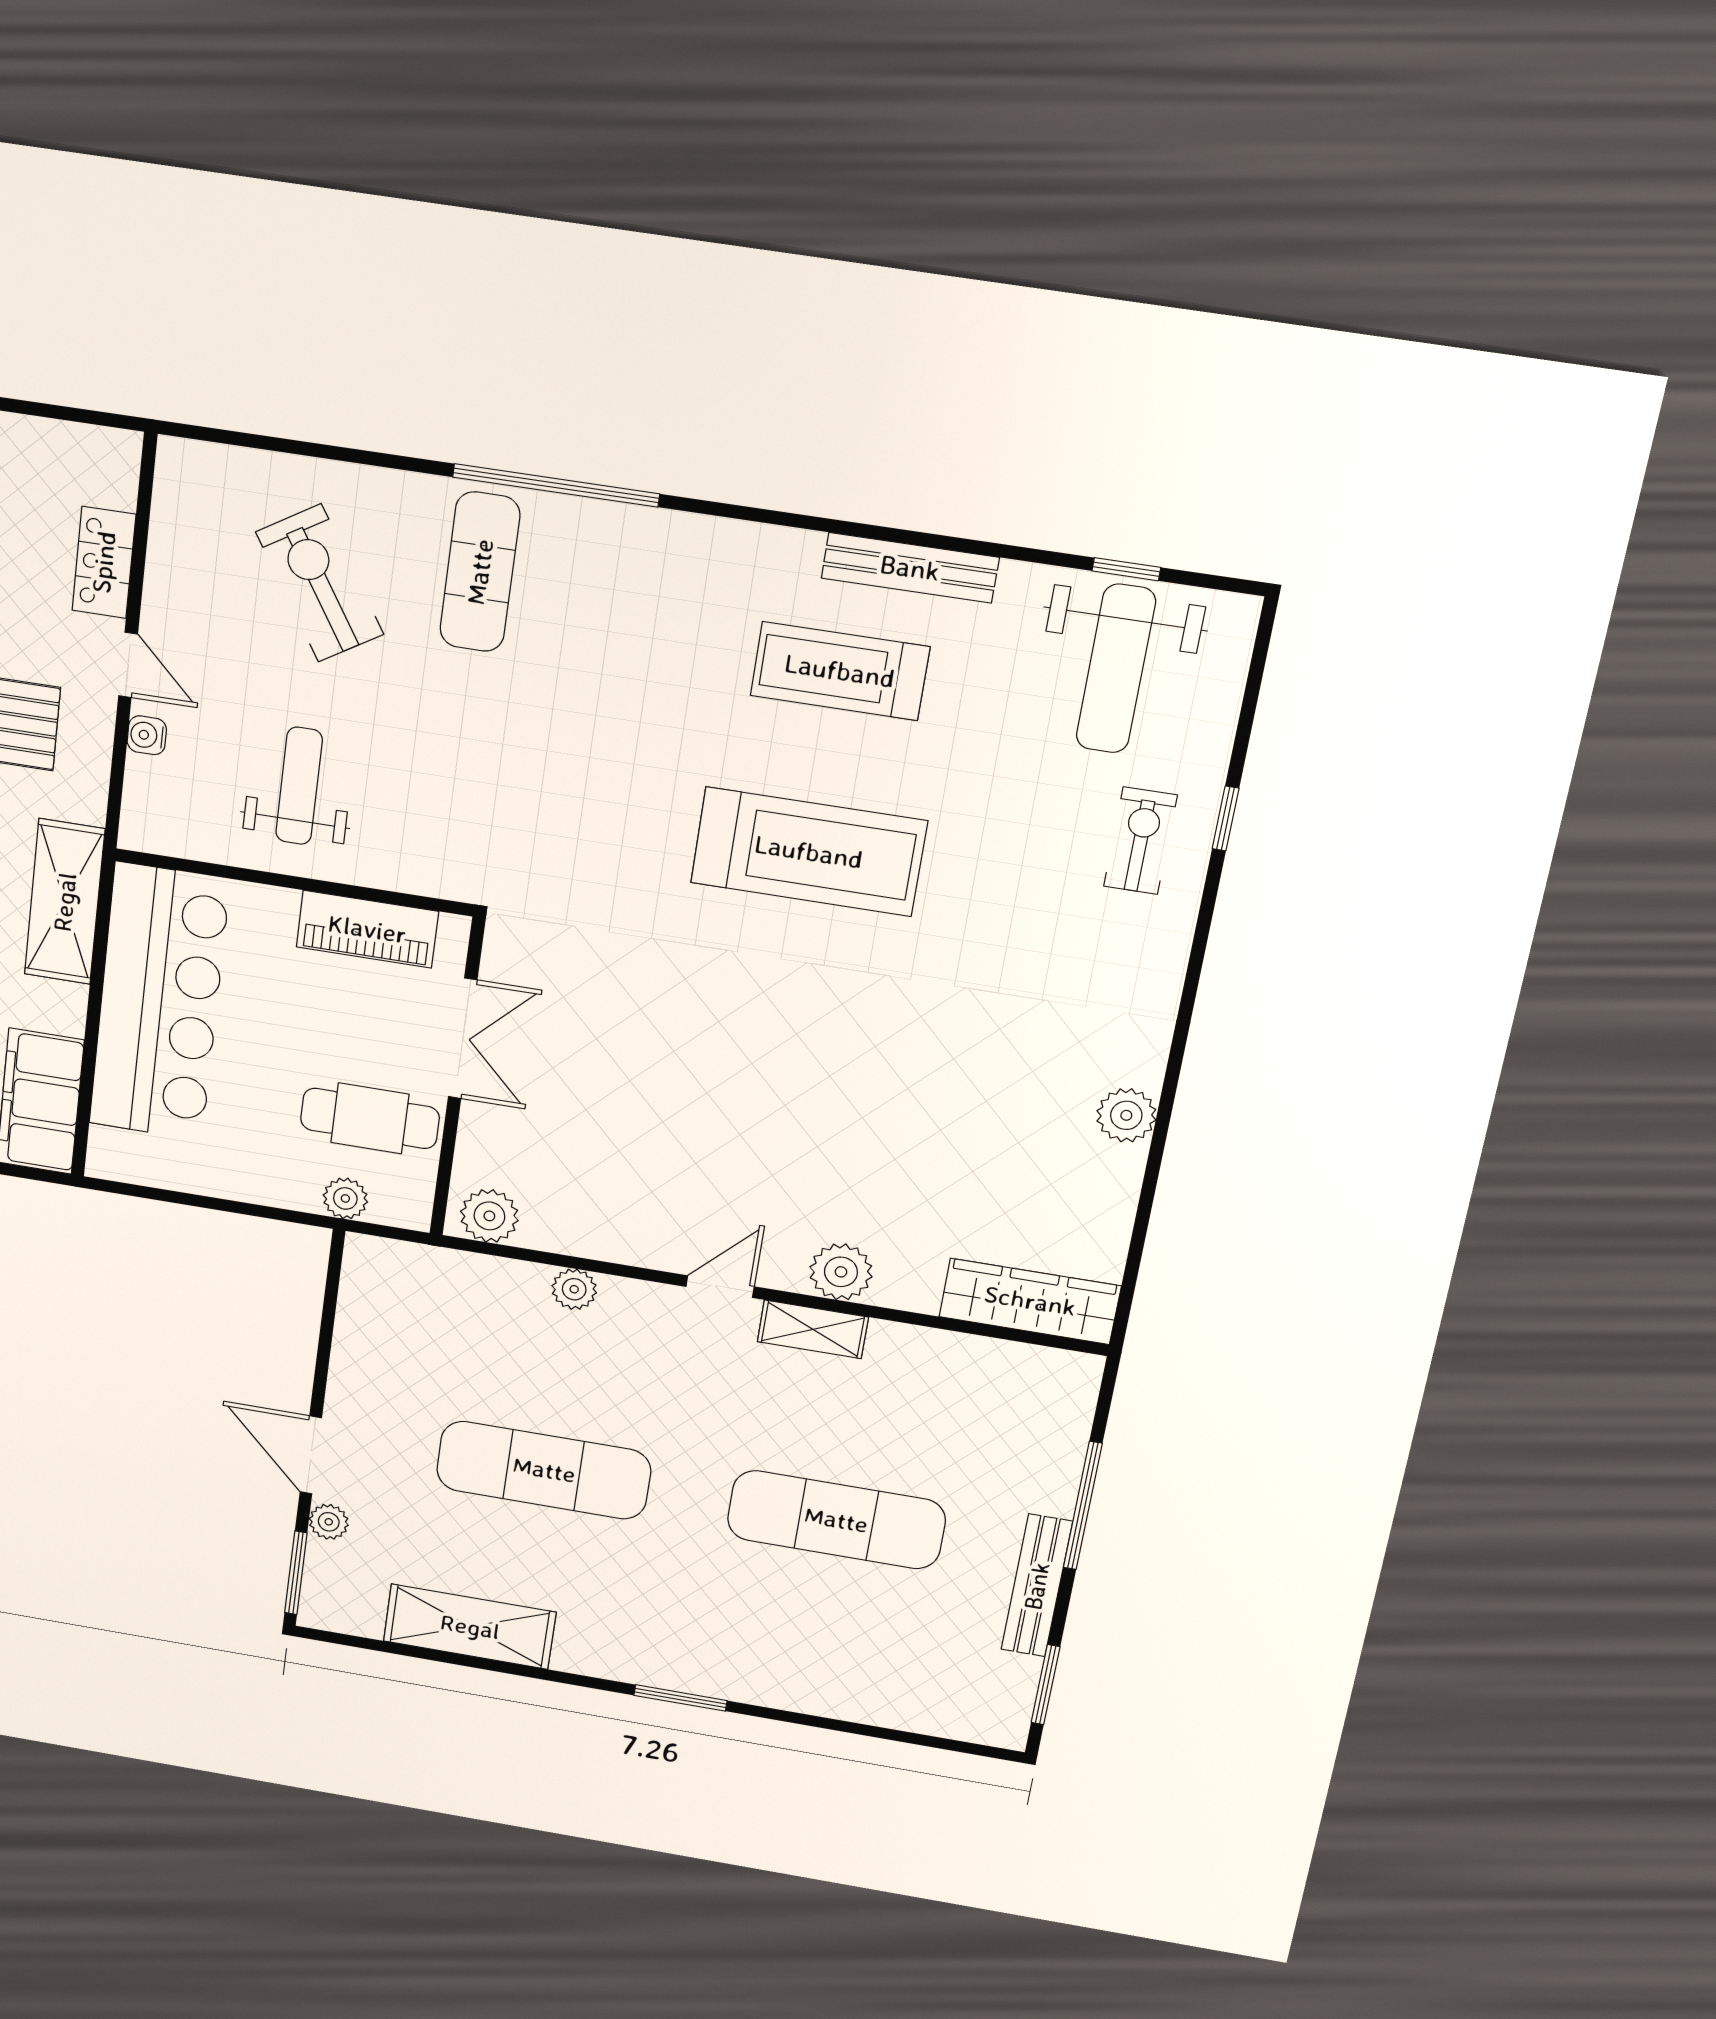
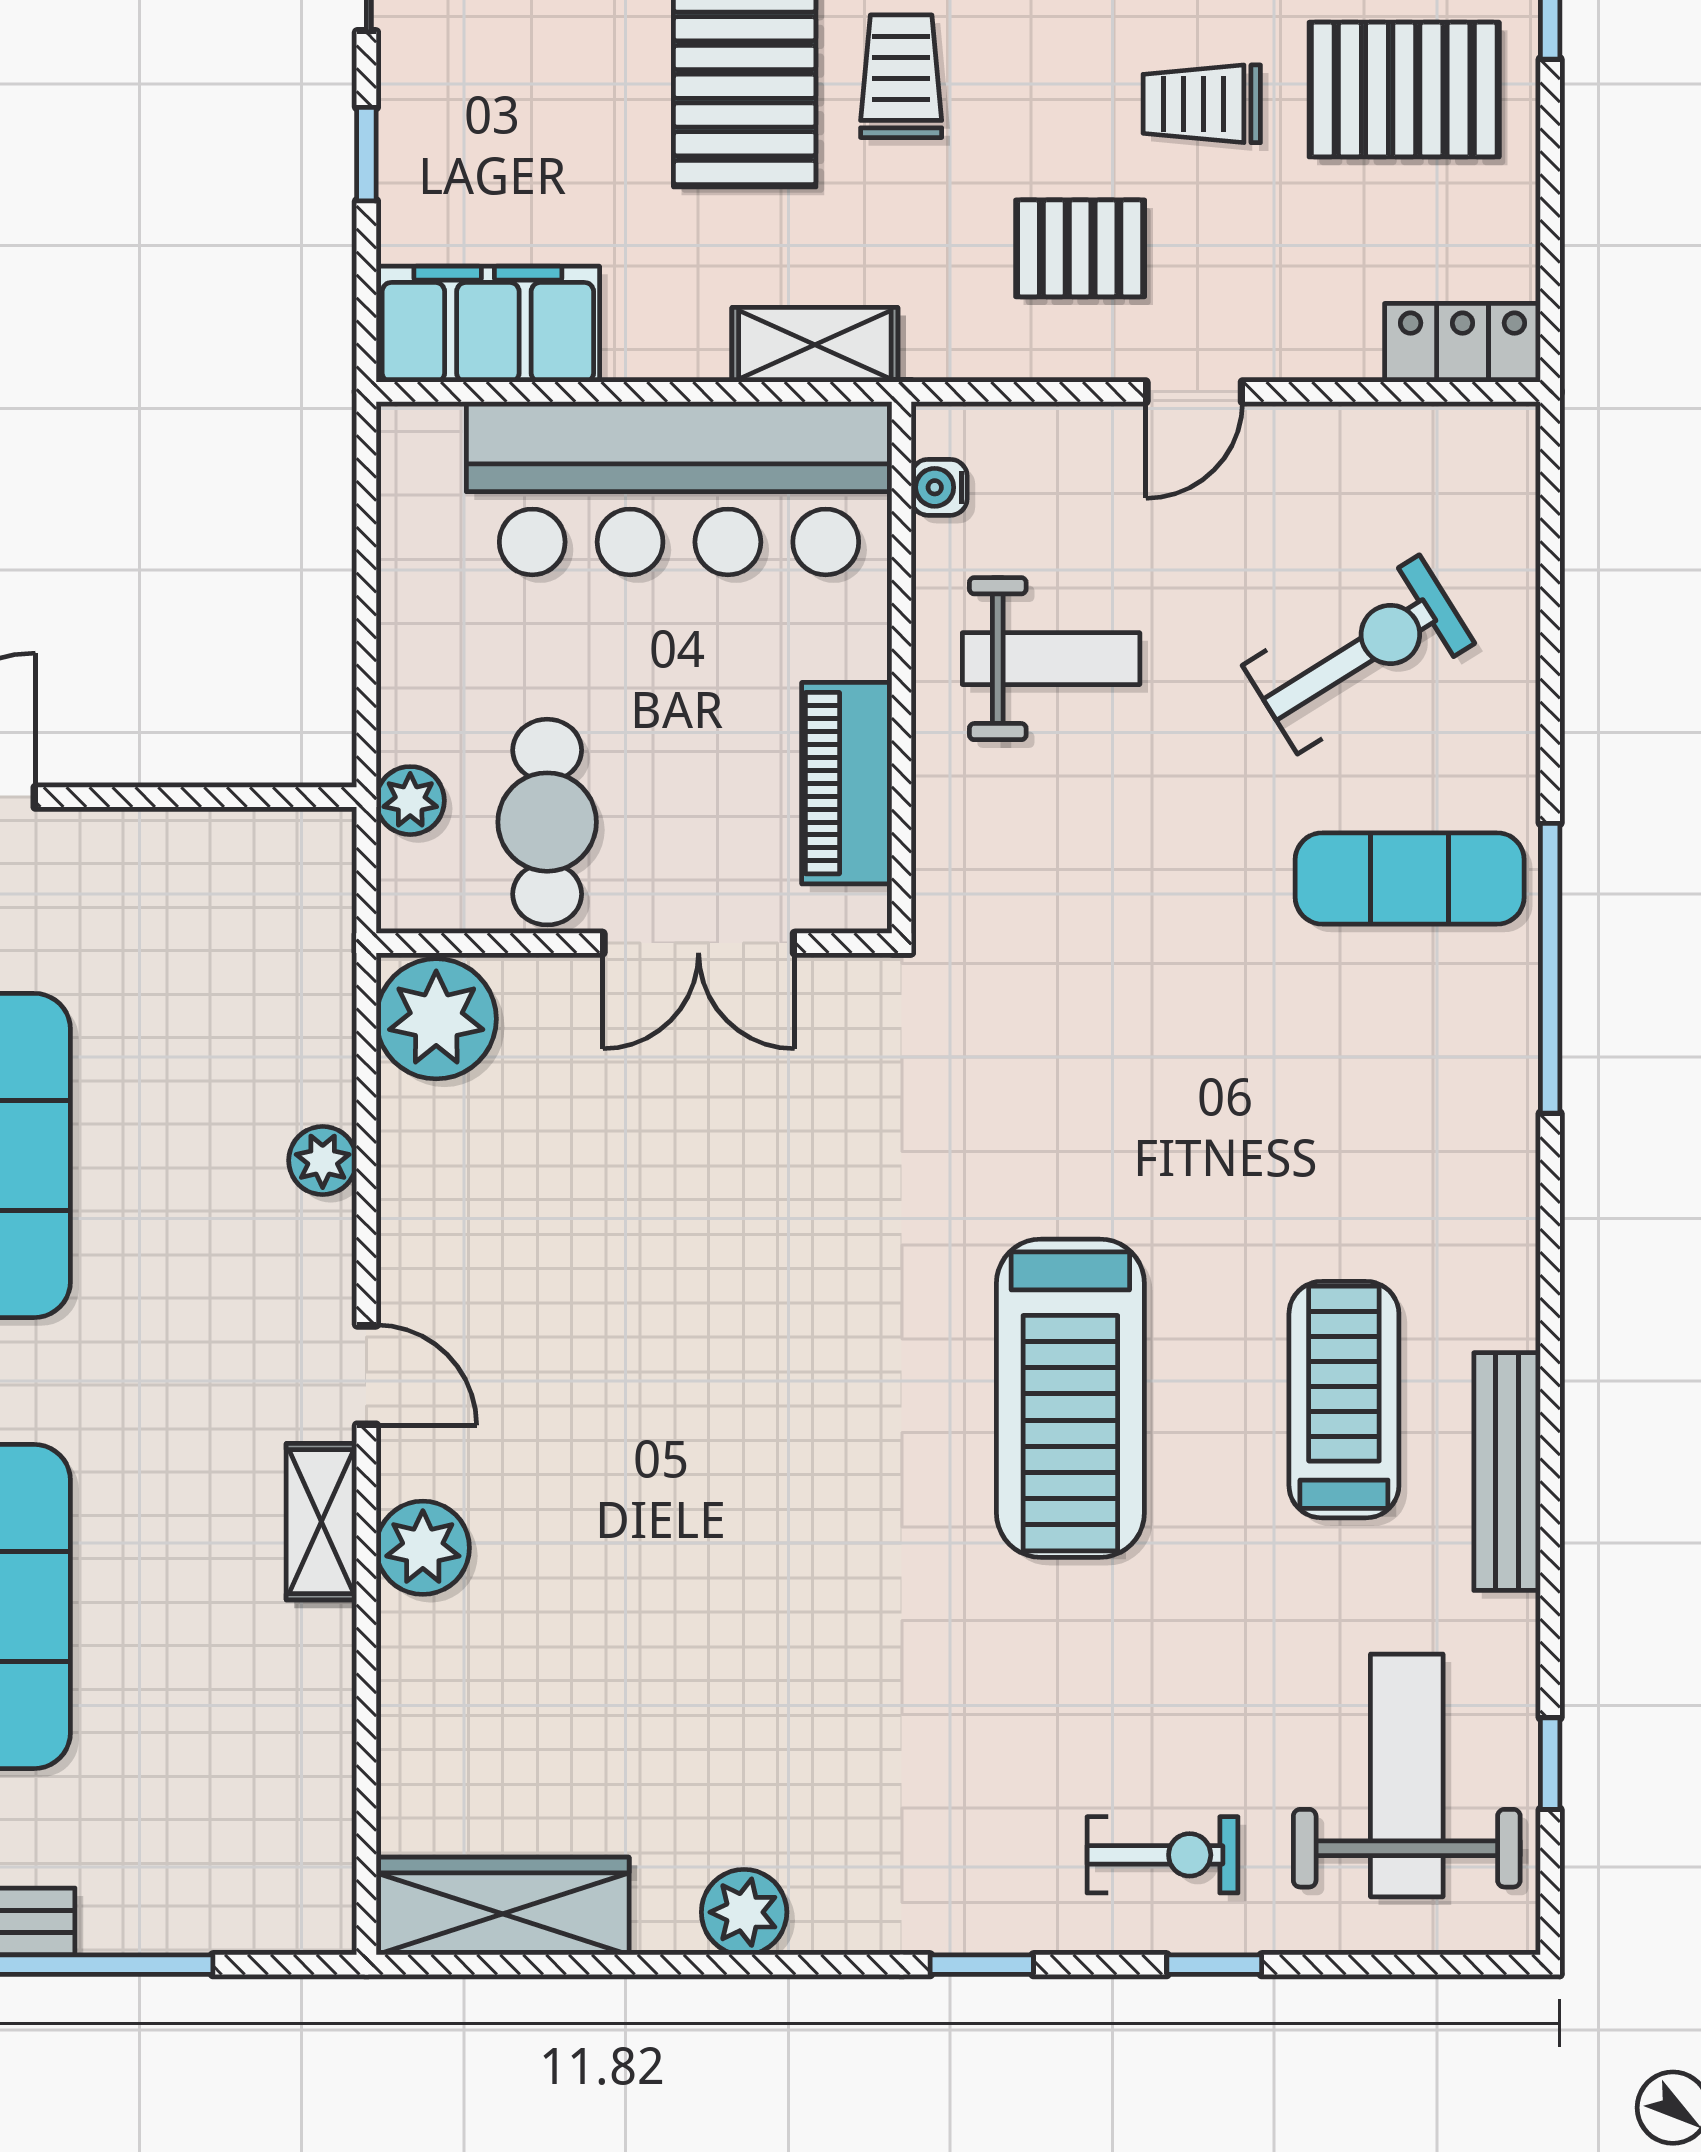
locker: (104, 562) -> (1462, 343), moved
weight bench: (1116, 669) -> (1407, 1775), turned 90
water cooler: (147, 735) -> (939, 487), moved, turned -90
shelving: (65, 902) -> (815, 345), width x0.67, depth x0.75
window: (1194, 970) -> (982, 1965), added
plant: (489, 1216) -> (436, 1019), width x1.36, depth x1.36
wardrobe: (1030, 1301) -> (503, 1906), moved, turned -90

